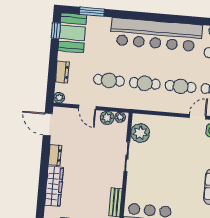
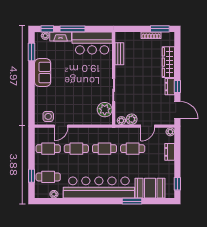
window: (92, 12) -> (132, 201), moved
booth: (72, 33) -> (150, 188), moved, turned 90
door: (87, 107) -> (148, 126), swing flipped
window: (45, 154) -> (177, 86), added

